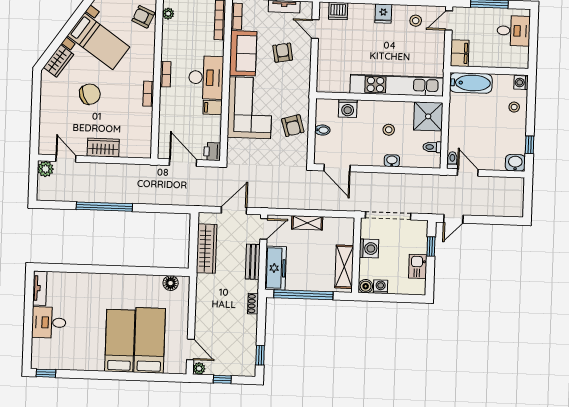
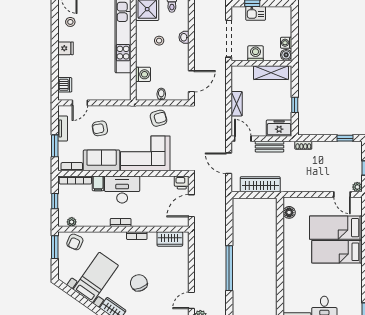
filing cabinet: (213, 108) -> (98, 183), moved
wardrobe: (103, 148) -> (170, 239), moved, turned -90
kitchen sink: (418, 266) -> (256, 13), moved
freezer: (276, 268) -> (279, 128), width x0.71
window: (303, 295) -> (295, 105), width x0.32
door: (191, 349) -> (342, 194), swing flipped

